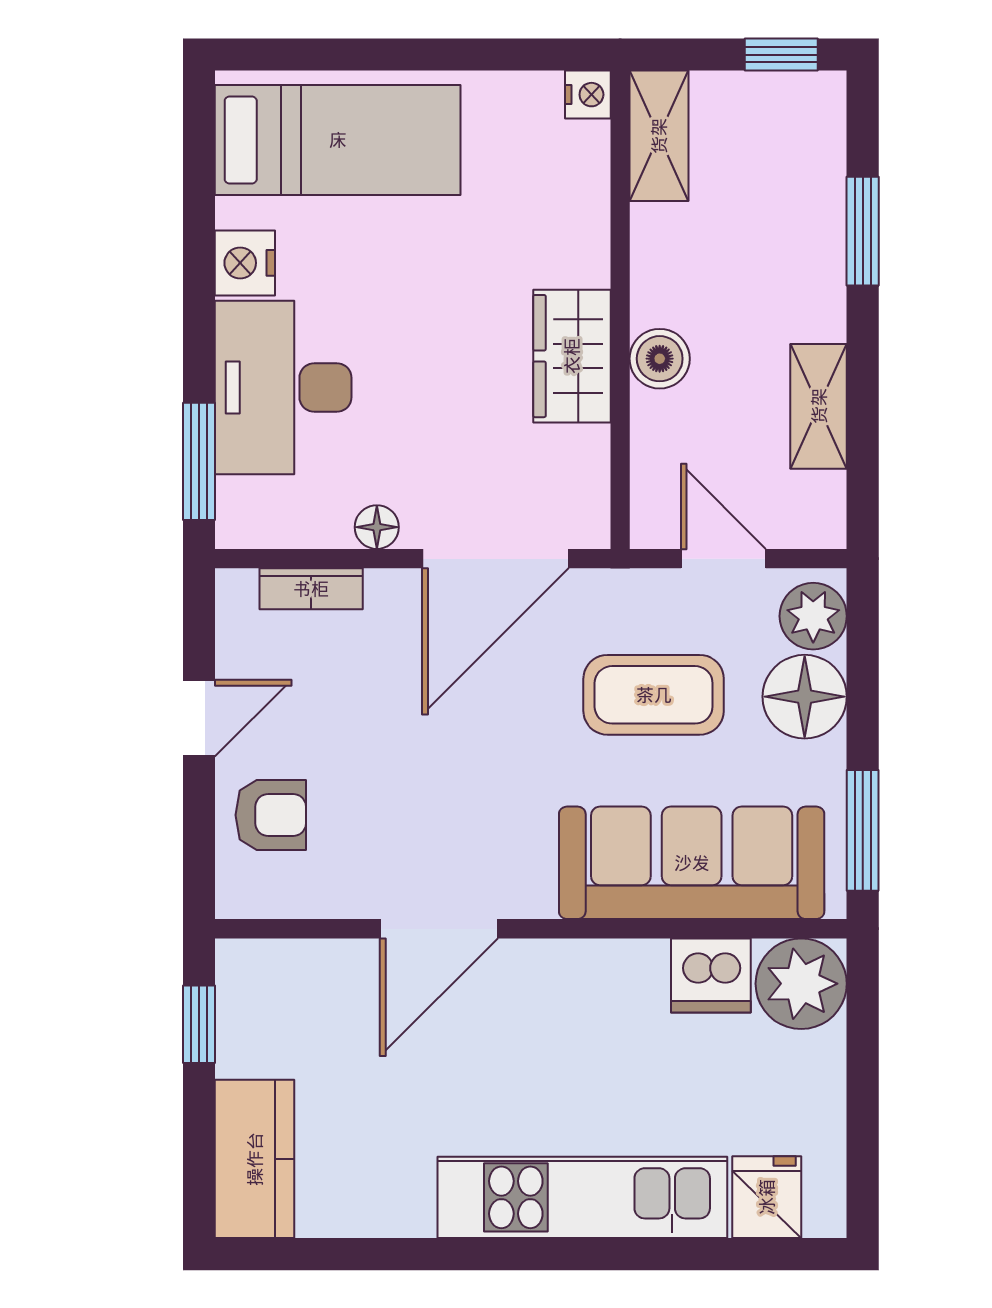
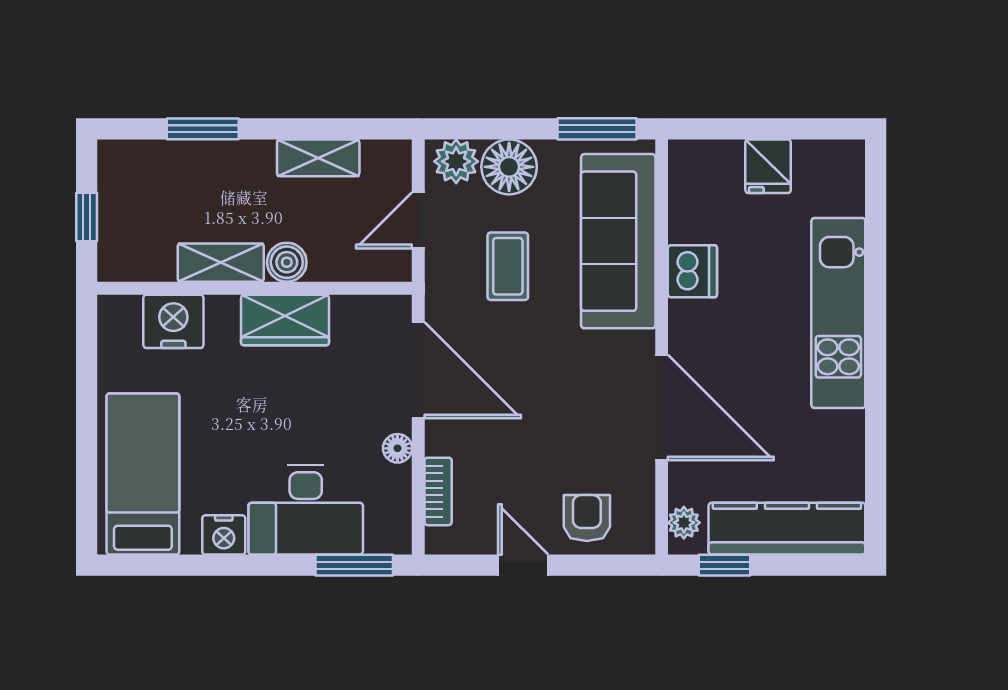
window: (781, 55) -> (87, 217), moved
nightstand: (588, 95) -> (173, 321), moved, width x1.89, depth x1.79
shelving: (659, 136) -> (221, 263), moved
coffee table: (654, 695) -> (508, 266), width x0.73, depth x0.77
door: (439, 929) -> (662, 407), width x1.36
dishwasher: (711, 975) -> (692, 271), moved
plant: (801, 984) -> (684, 523), moved, width x0.53, depth x0.53
kitchen counter: (255, 1159) -> (787, 529), width x1.50
fridge: (767, 1197) -> (768, 166), moved, turned -90

